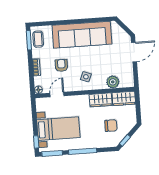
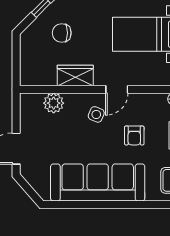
door: (57, 94) -> (117, 89), moved
wardrobe: (124, 98) -> (38, 75), removed

